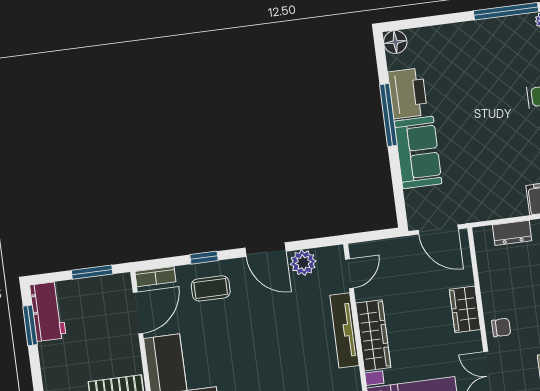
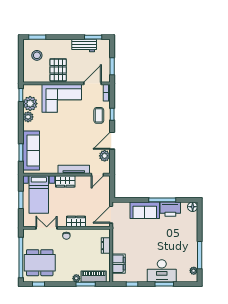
door: (349, 274) -> (97, 175), hinge flipped
workbench: (48, 311) -> (84, 45), moved
door: (138, 313) -> (92, 83), swing flipped
wardrobe: (373, 335) -> (65, 181), width x0.67

